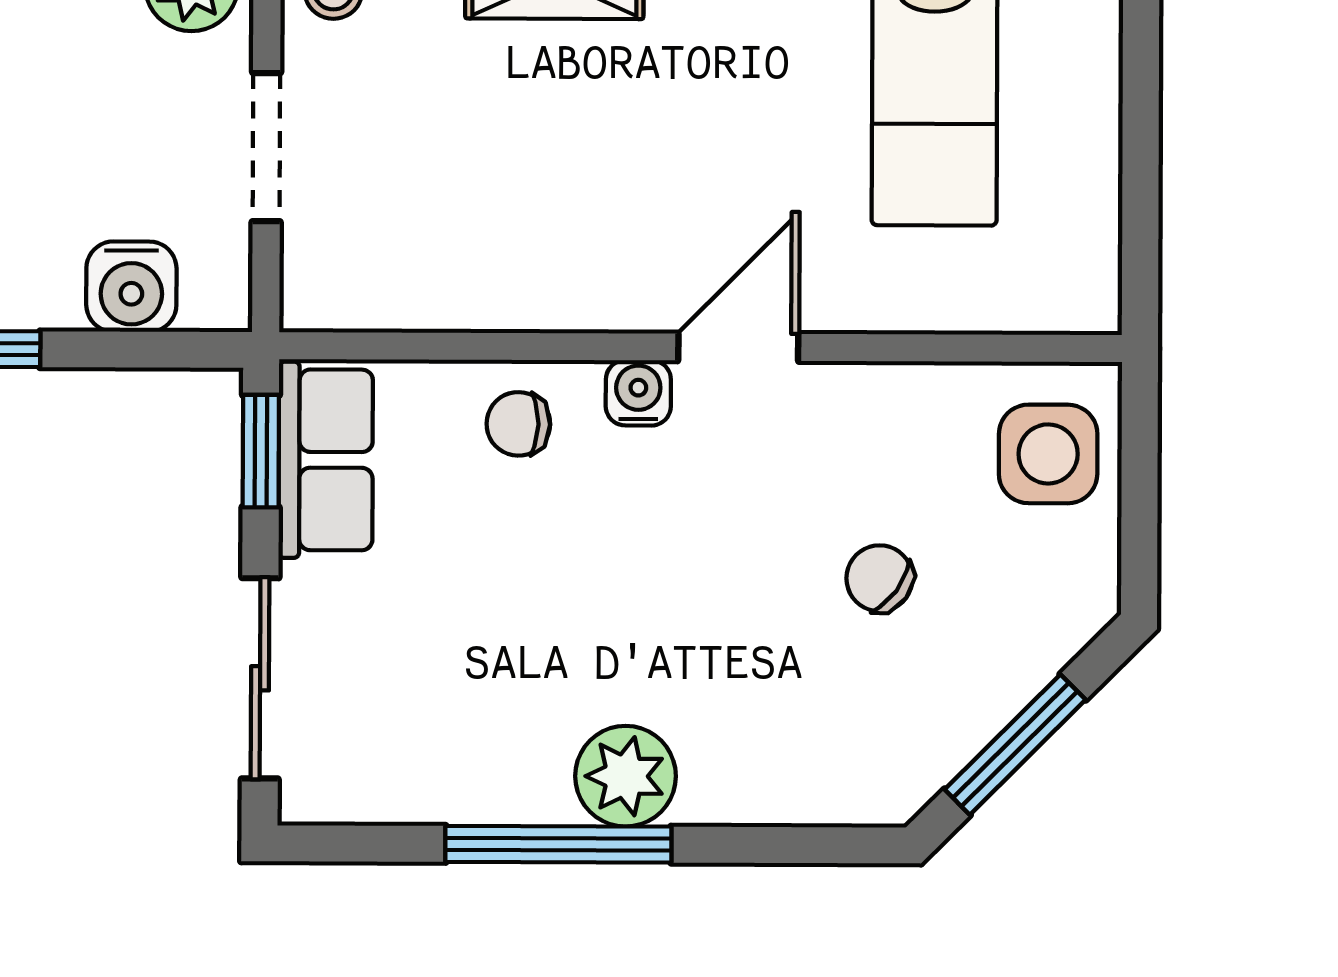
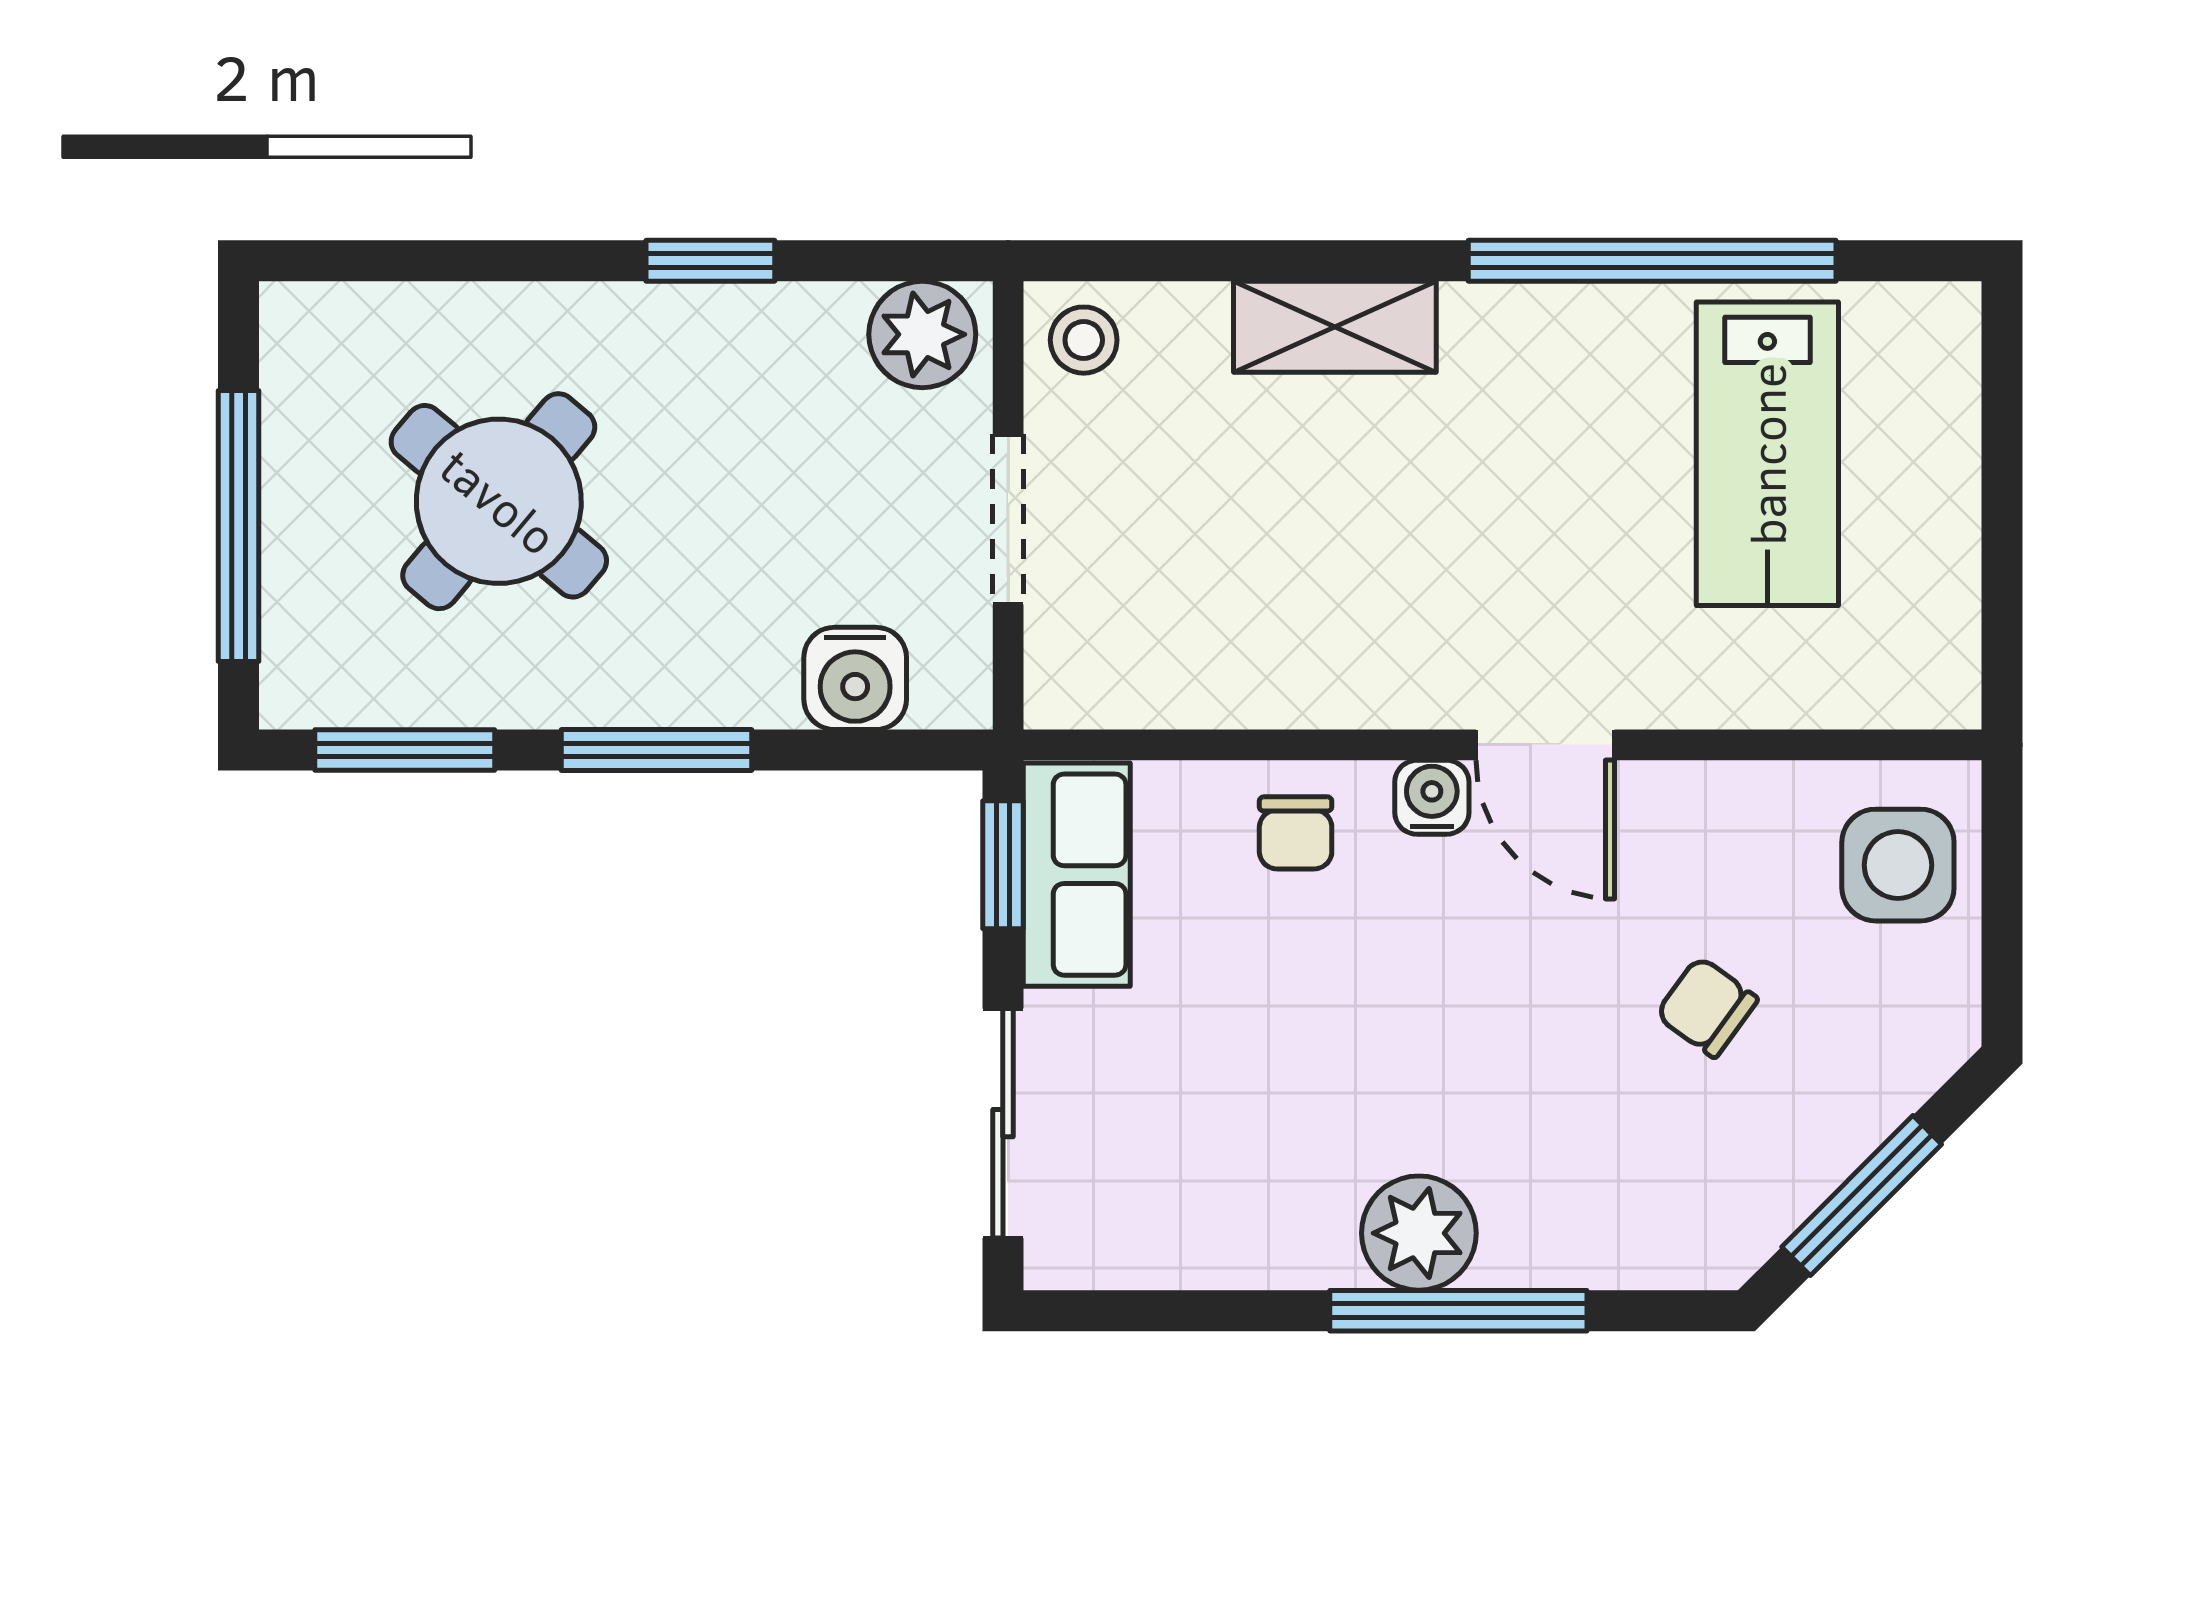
door: (738, 347) -> (1545, 745), swing flipped
chair: (518, 424) -> (1296, 833), turned -91
window: (558, 844) -> (1458, 1311), moved

